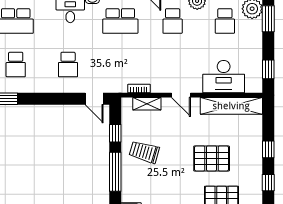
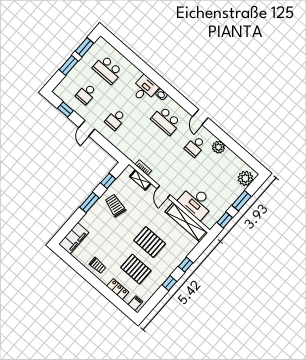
window: (268, 19) -> (242, 201), moved
school desk: (225, 21) -> (224, 172), removed
door: (94, 99) -> (87, 128), moved
window: (115, 172) -> (89, 202), width x0.69

